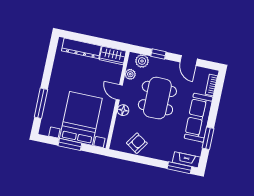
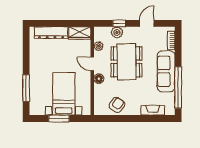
door: (189, 60) -> (147, 23), swing flipped
plant: (142, 61) -> (117, 32), moved
bed with nightstands: (81, 118) -> (64, 94), width x0.73
window: (208, 138) -> (178, 87), width x2.11
fireplace: (186, 160) -> (153, 110), moved
window: (179, 168) -> (159, 119), removed

